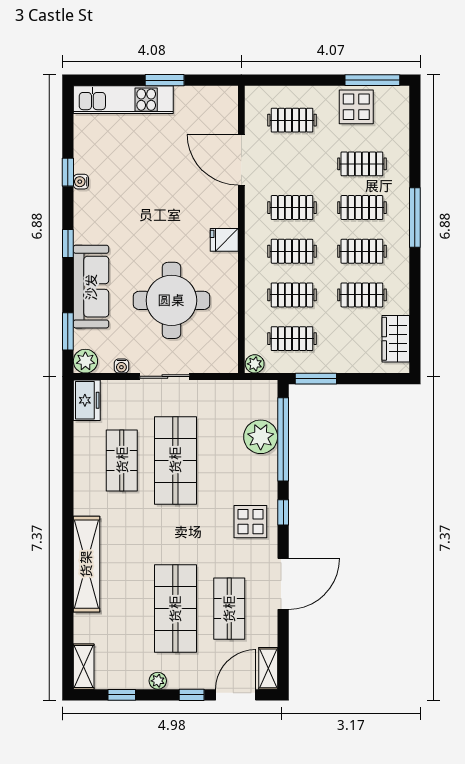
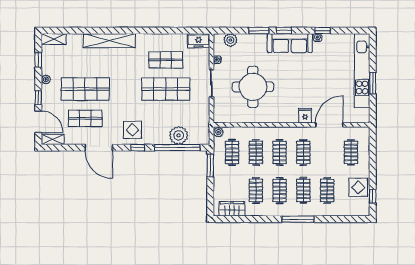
window: (372, 80) -> (373, 196), width x0.46
kitchen unit: (123, 100) -> (362, 70), width x1.36
fridge: (224, 240) -> (305, 116), moved
sofa: (91, 287) -> (290, 43), moved
window: (68, 331) -> (259, 31), moved
plant: (85, 361) -> (230, 40), moved

